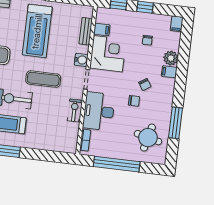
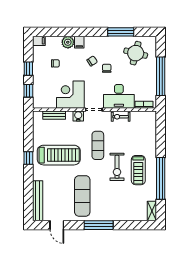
filing cabinet: (102, 30) -> (51, 102), removed

